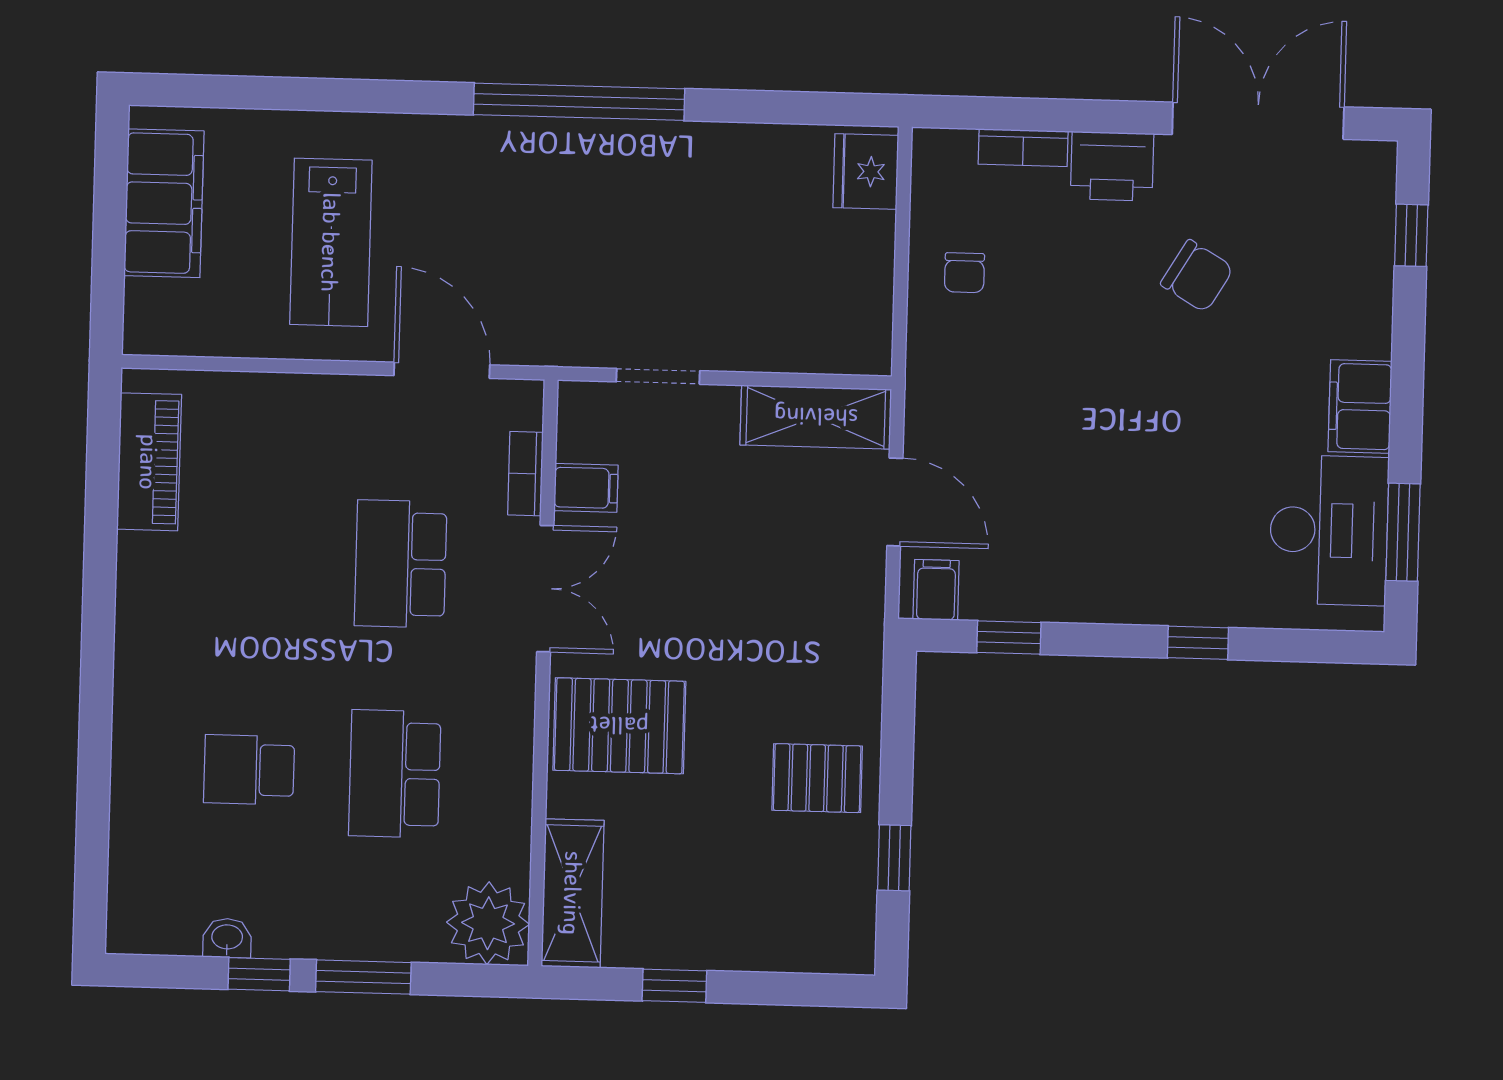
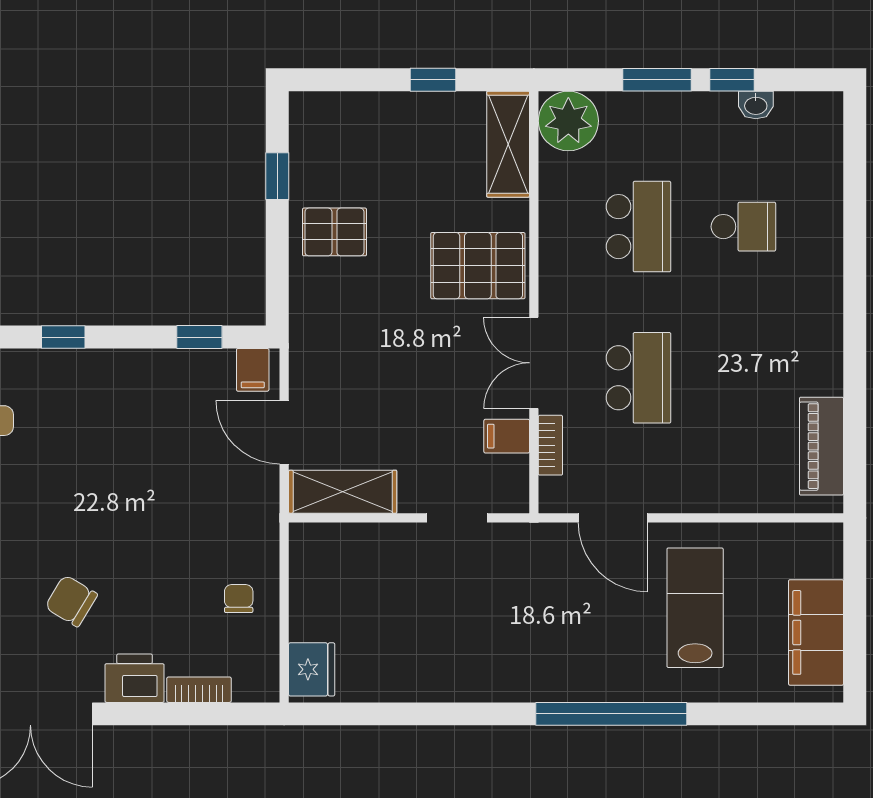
window: (579, 102) -> (611, 714), moved

